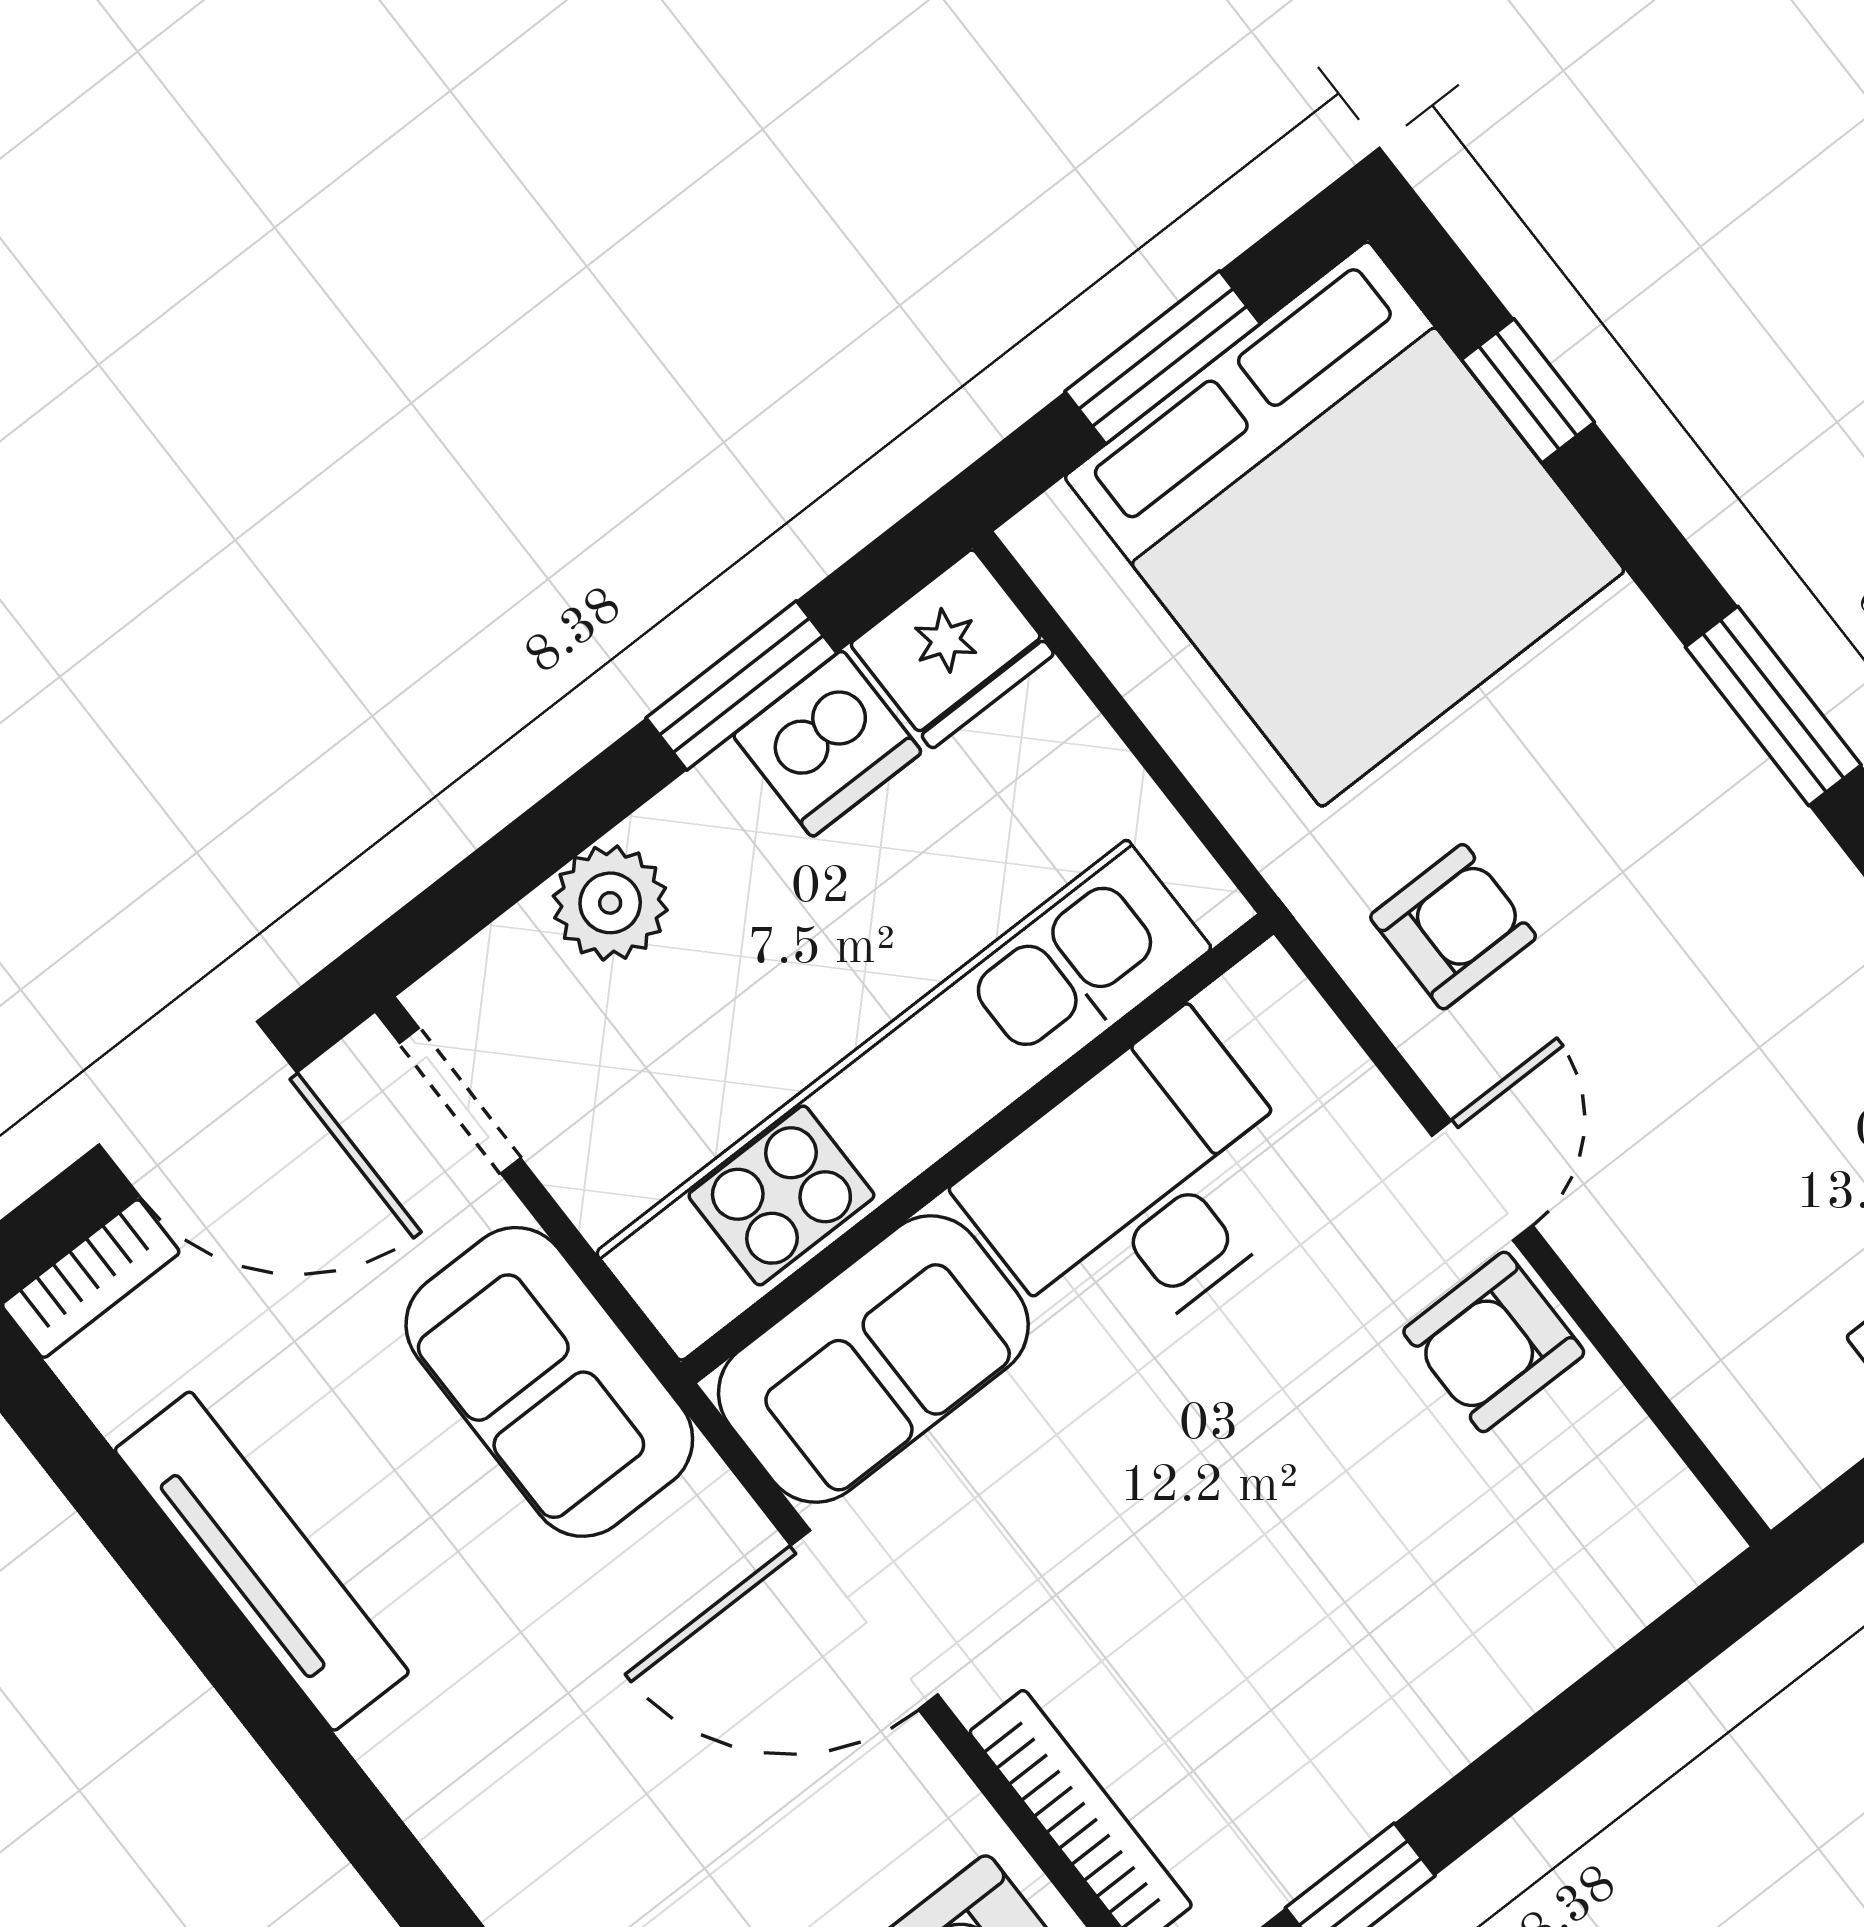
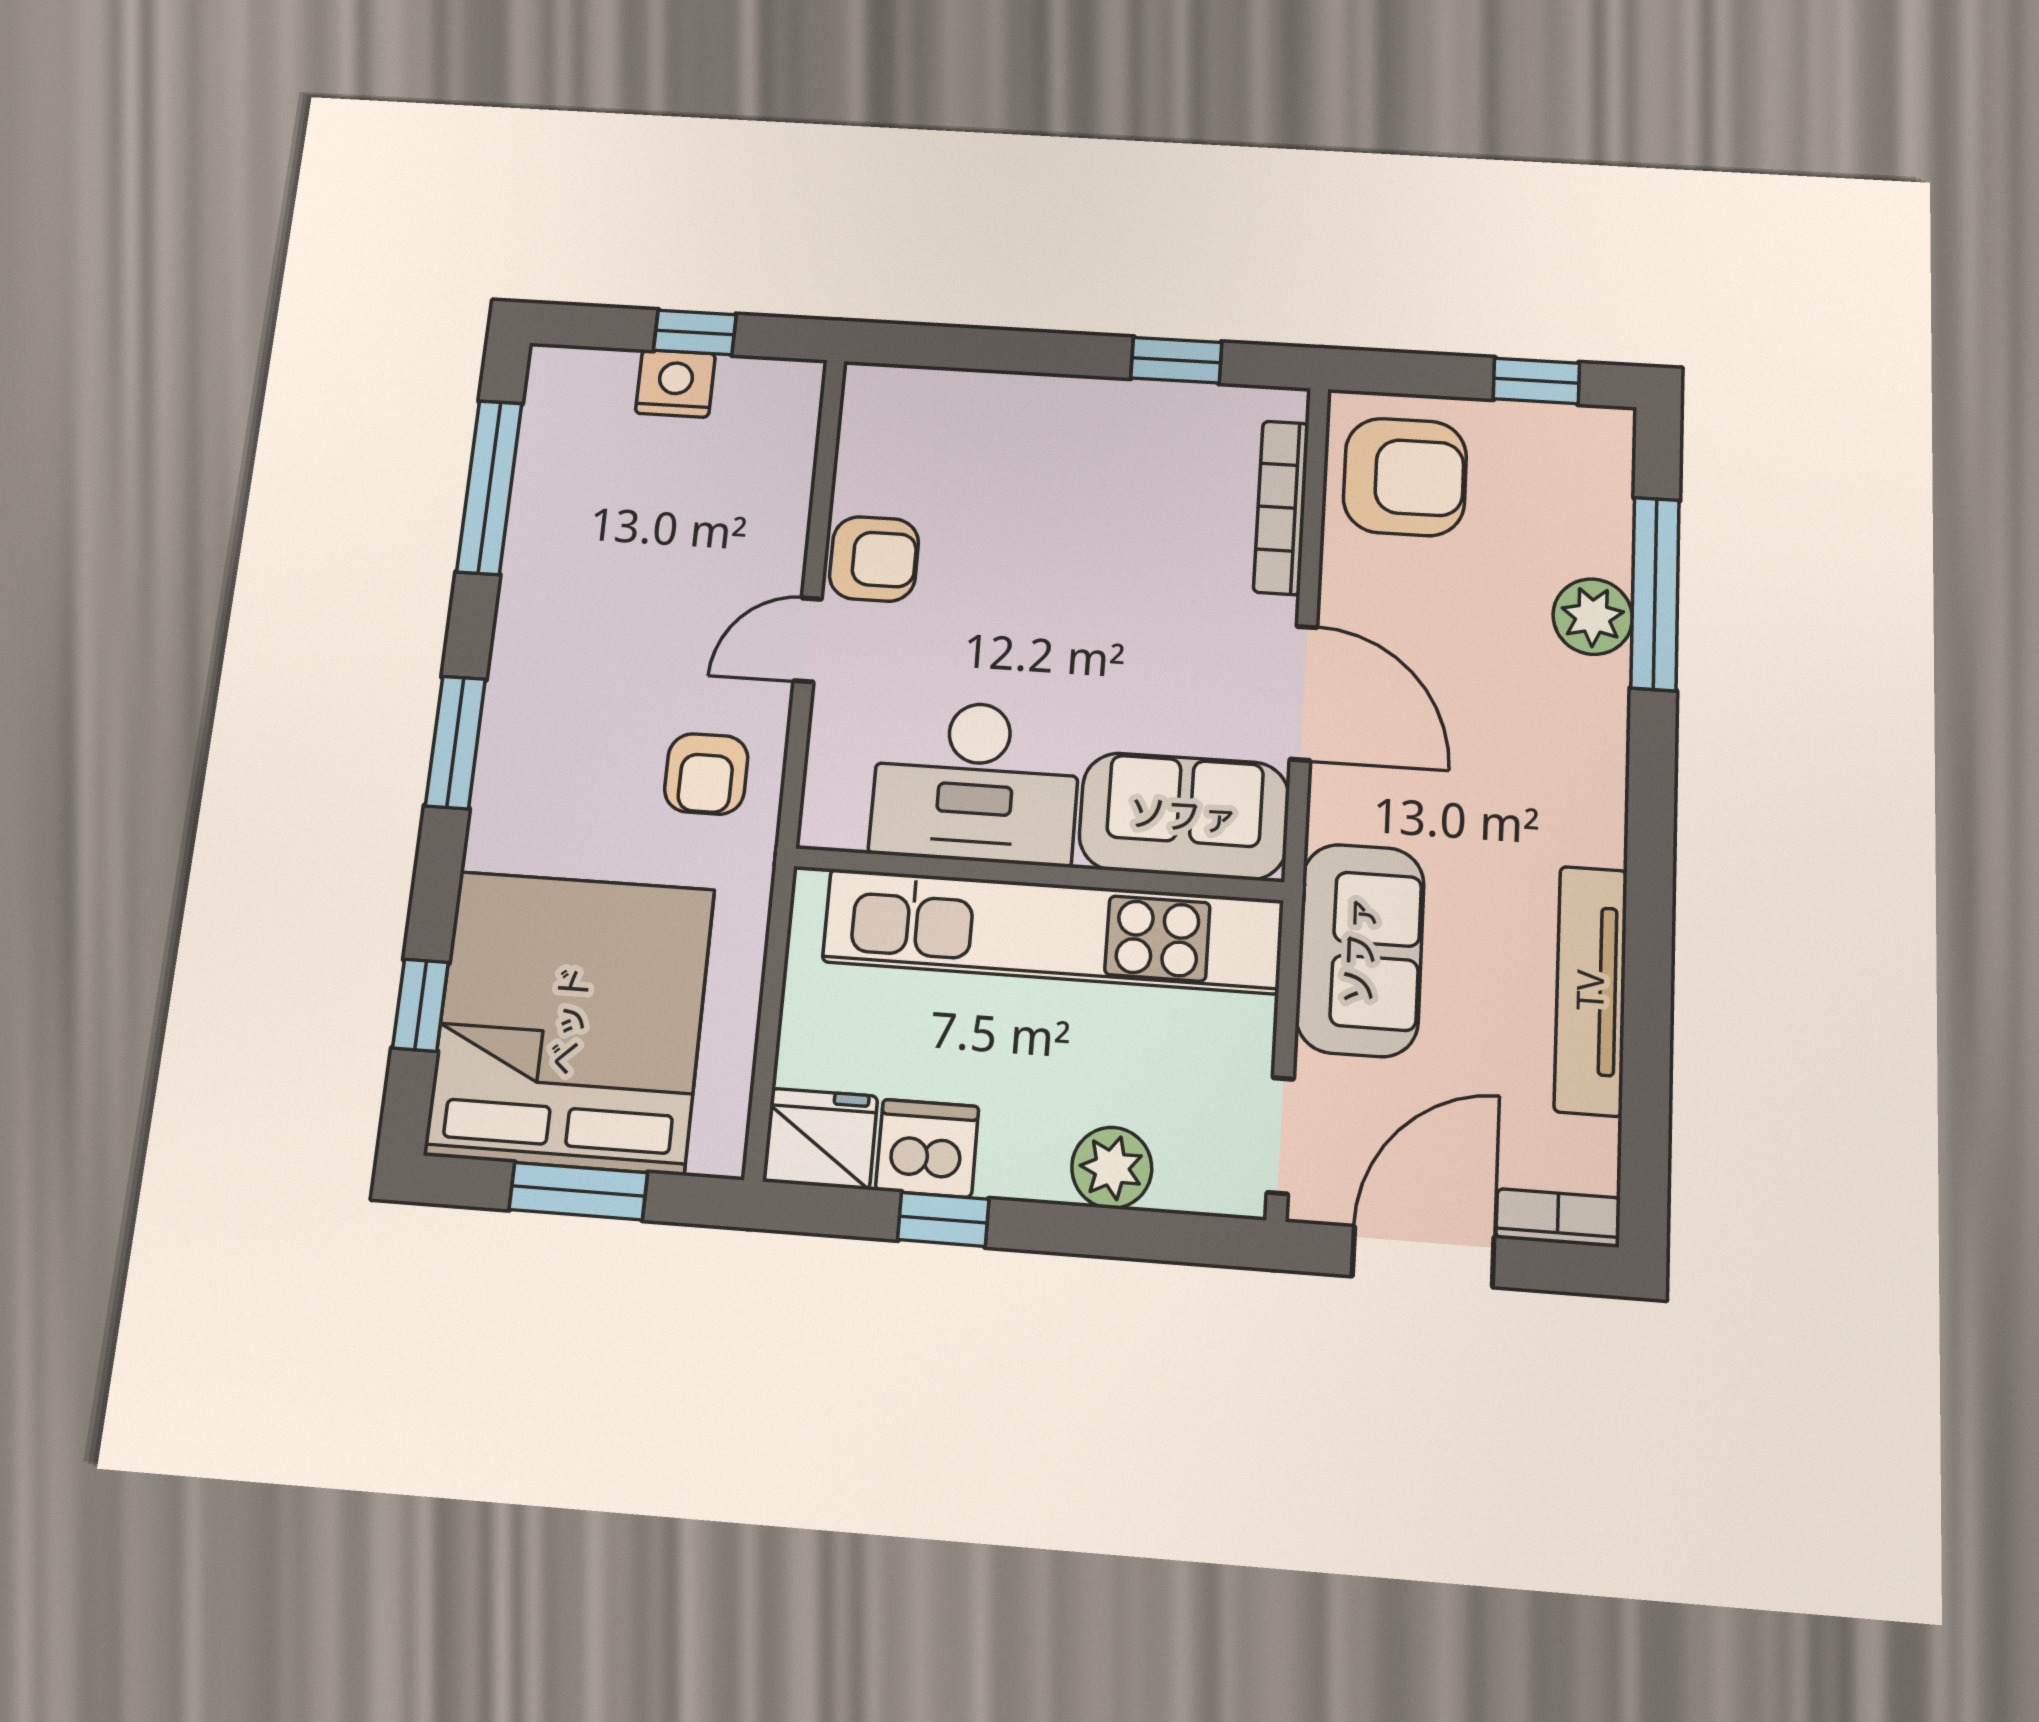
window: (741, 685) -> (943, 1219), width x0.67
armchair: (1453, 927) -> (706, 774), turned -90
door: (198, 1109) -> (1423, 1257), hinge flipped

